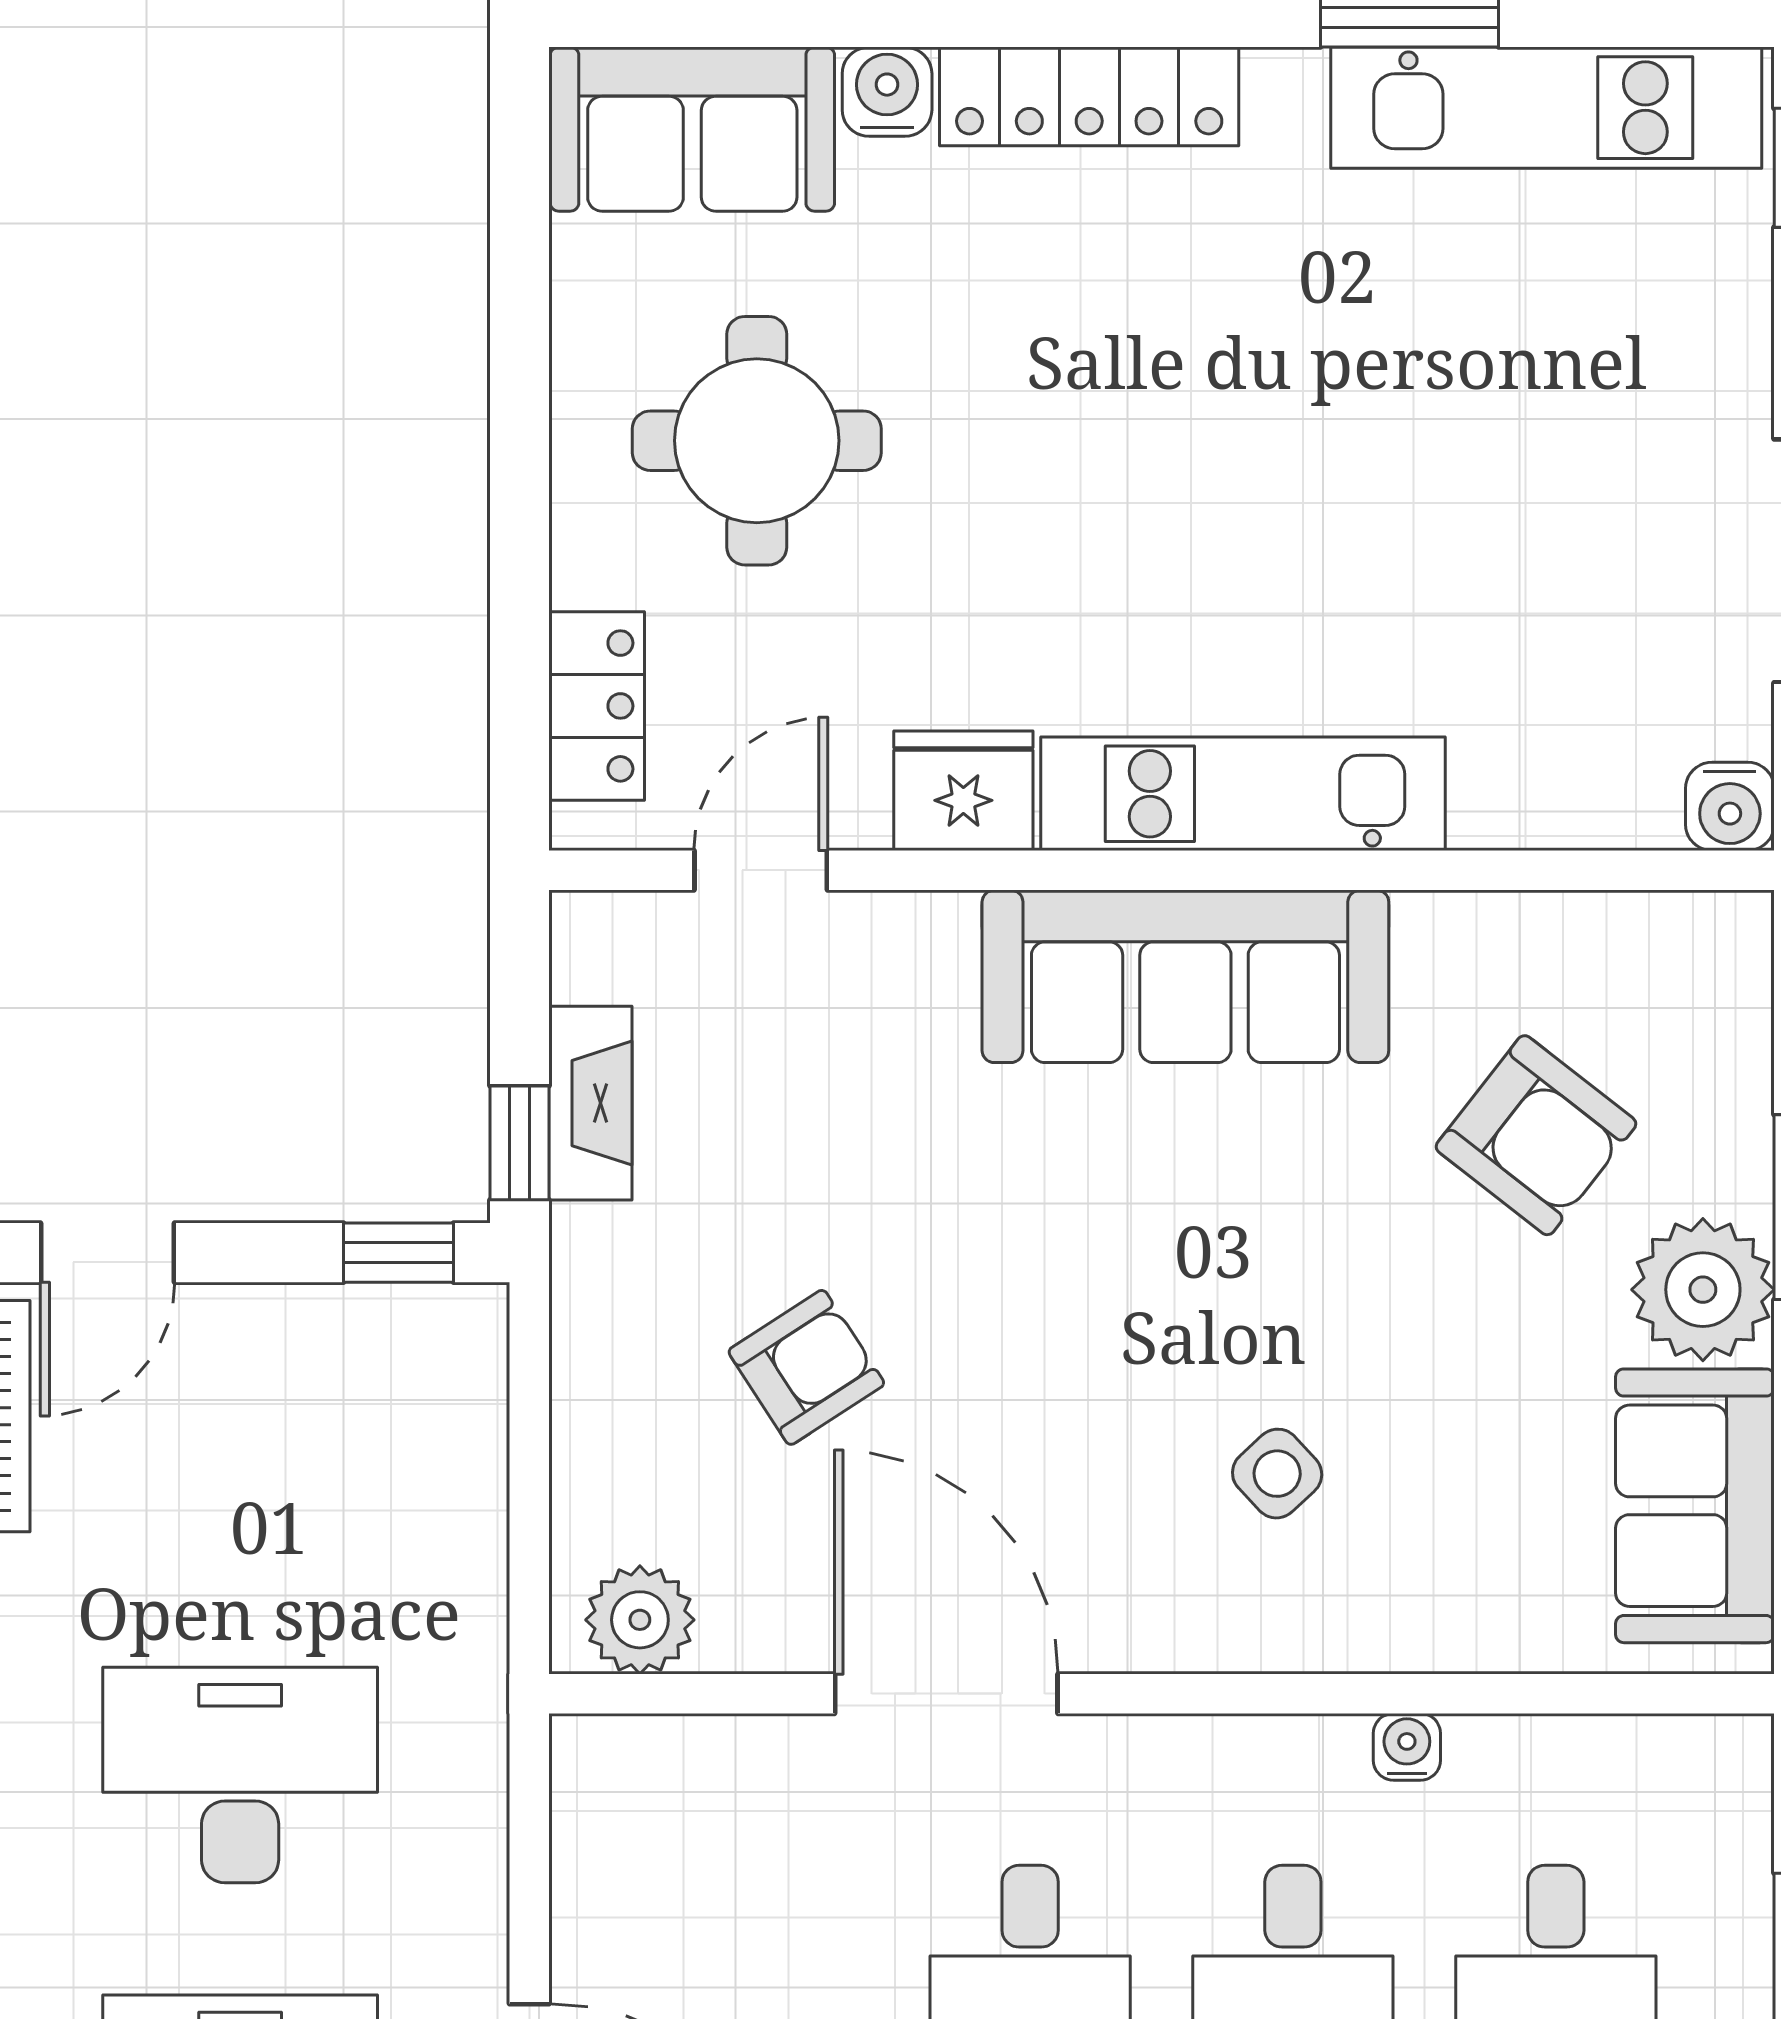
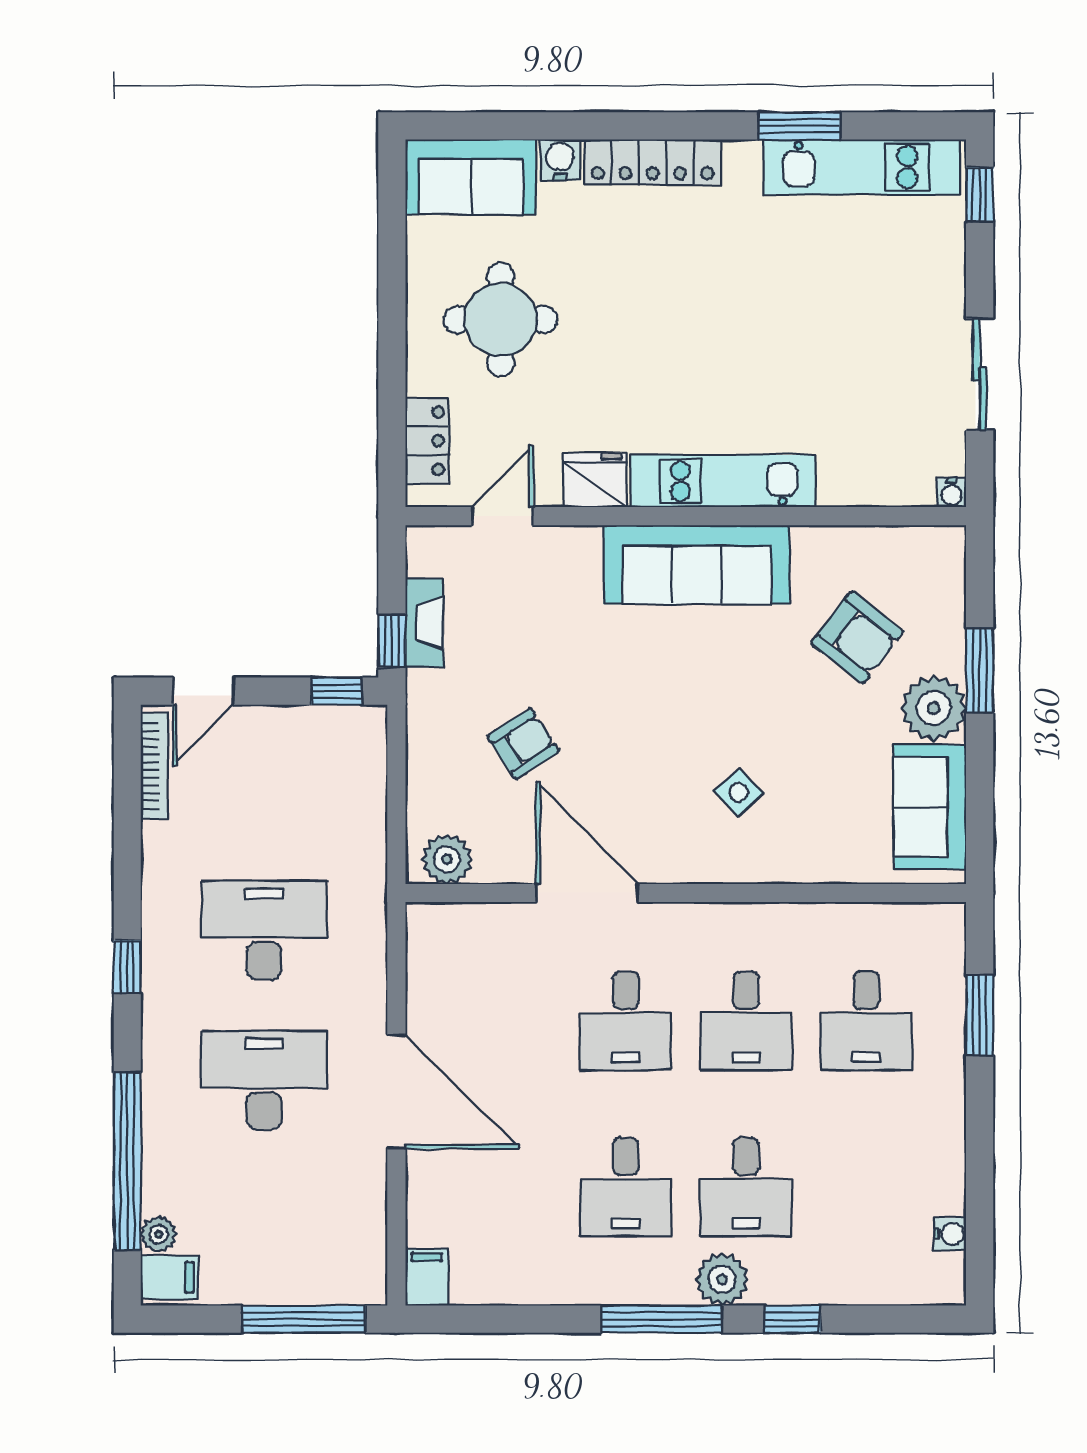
water cooler: (1730, 806) -> (951, 492), width x0.72, depth x0.72
water cooler: (1407, 1747) -> (798, 917), removed

